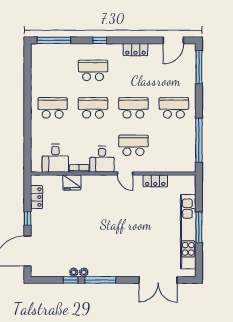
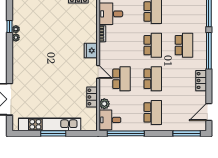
window: (100, 40) -> (209, 51), width x3.17
door: (173, 40) -> (209, 112), hinge flipped
desk: (102, 159) -> (110, 120), moved
plant: (163, 166) -> (104, 104), added
door: (125, 174) -> (98, 72), swing flipped
fridge: (72, 182) -> (91, 51), moved
window: (100, 280) -> (10, 51), removed

